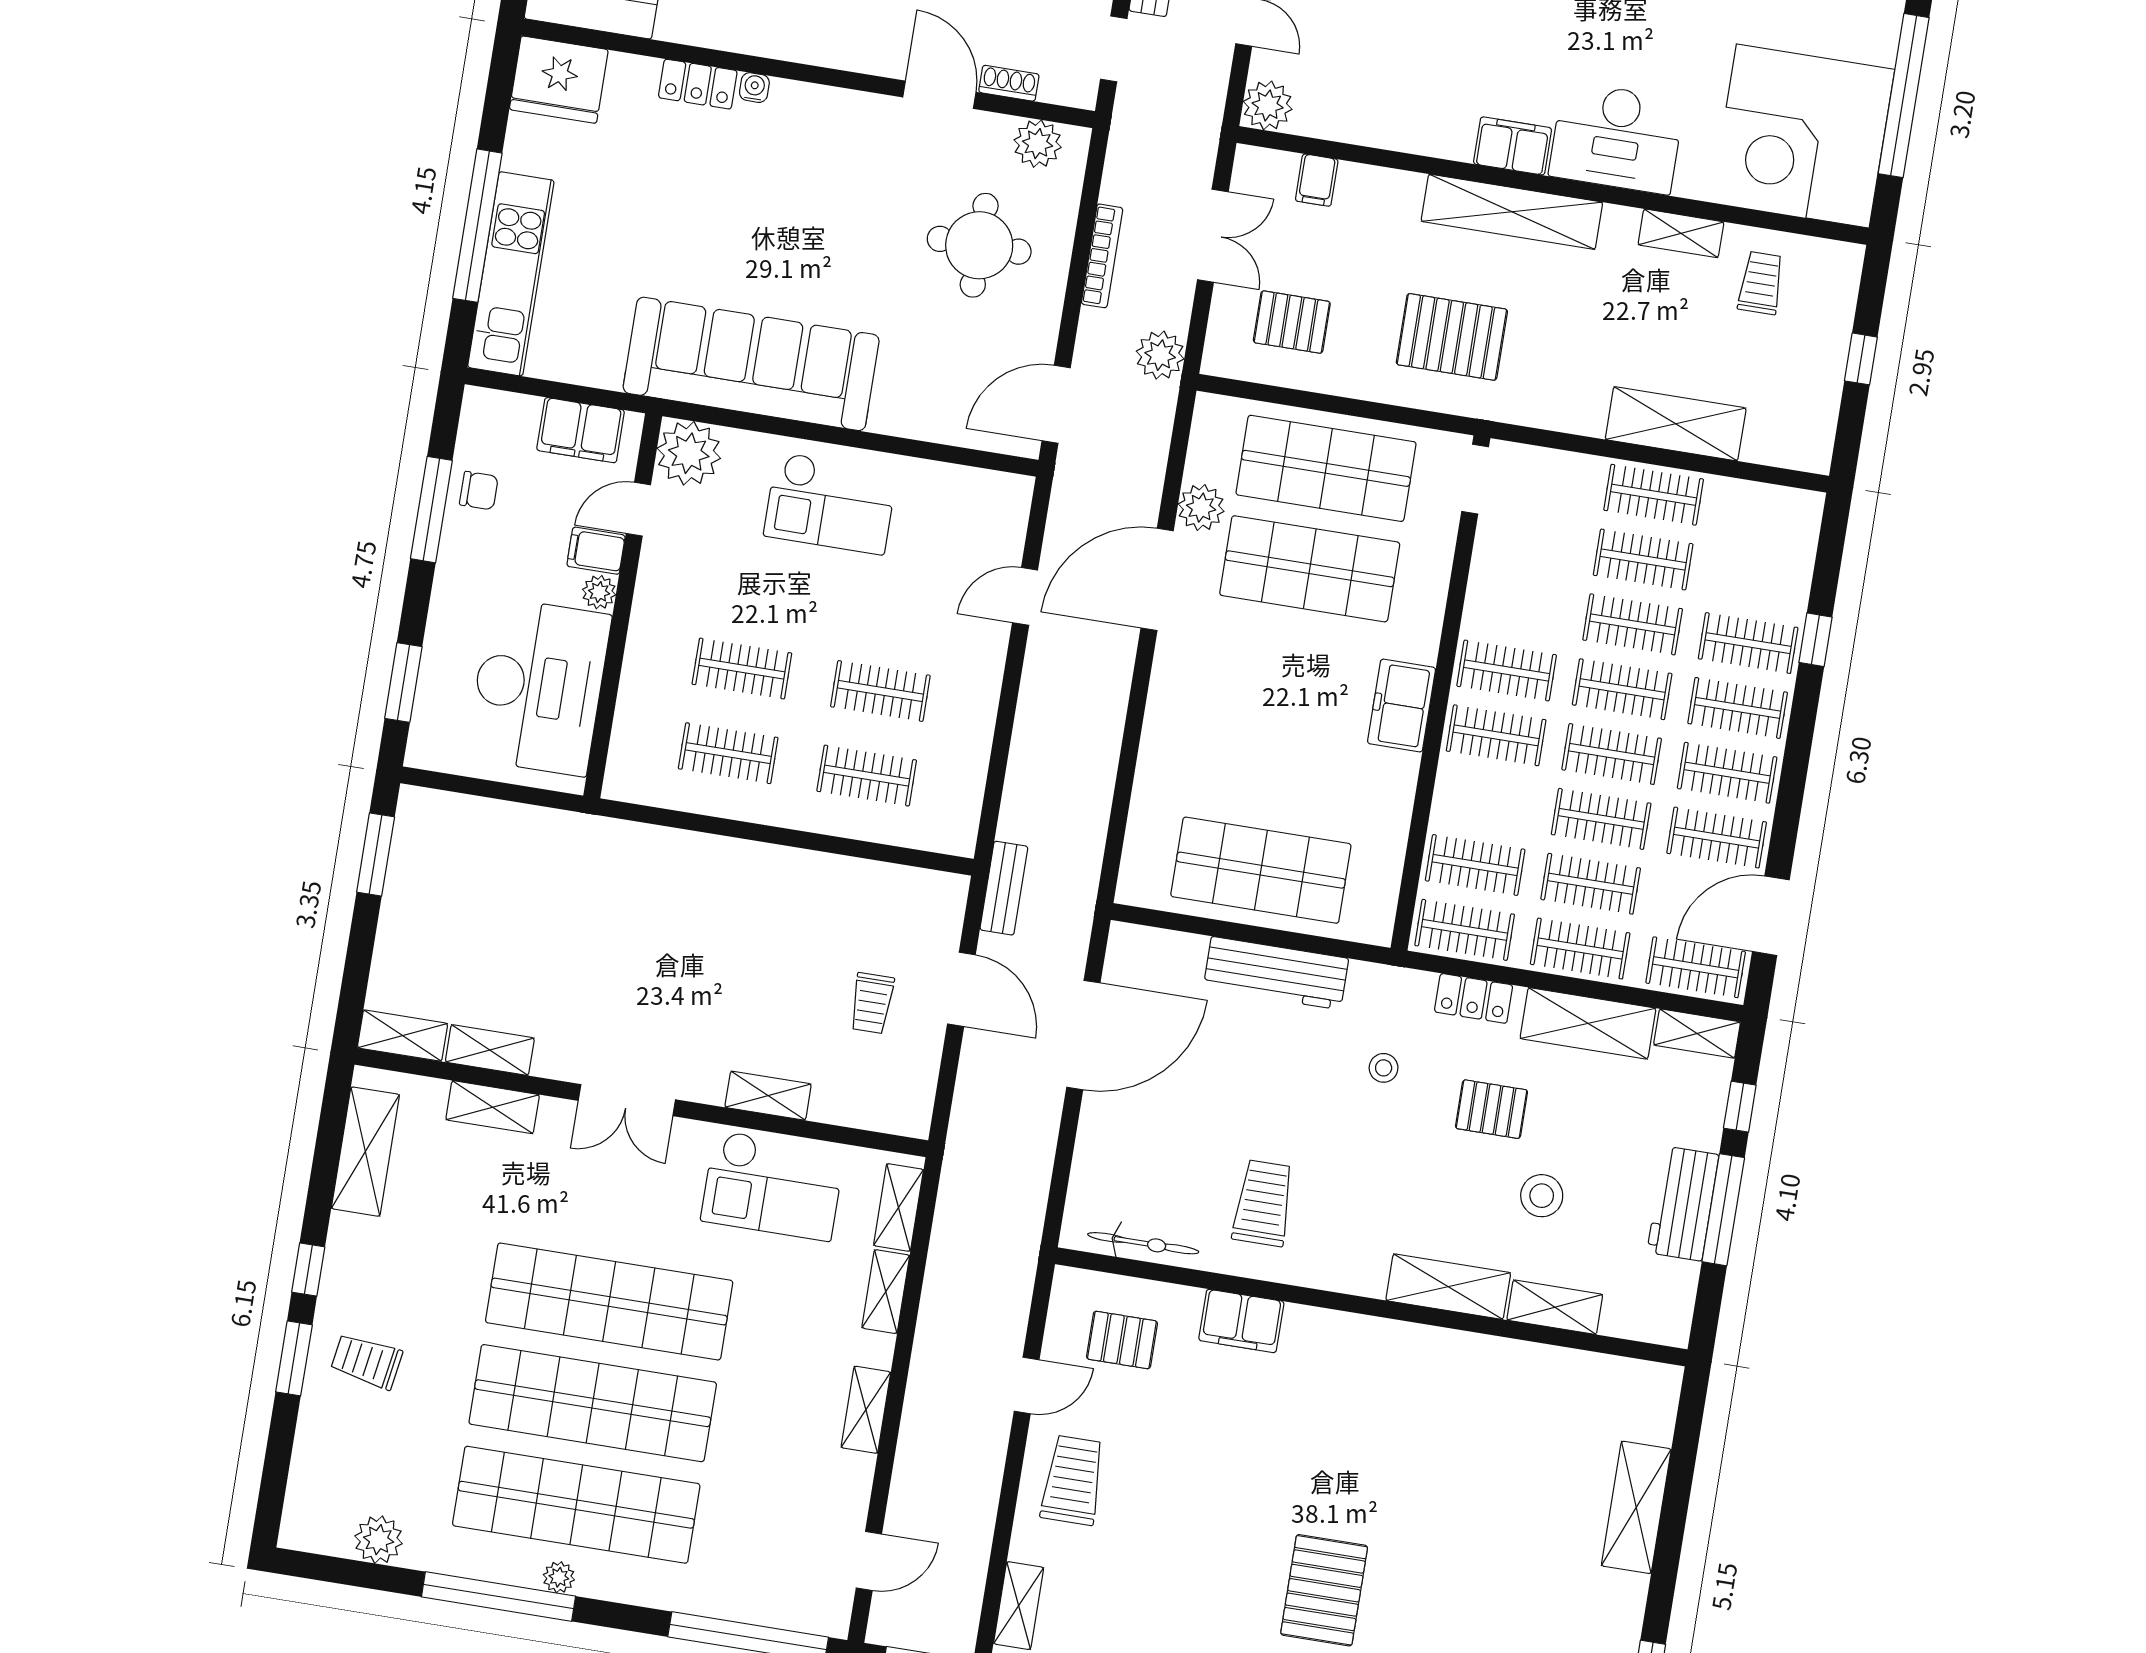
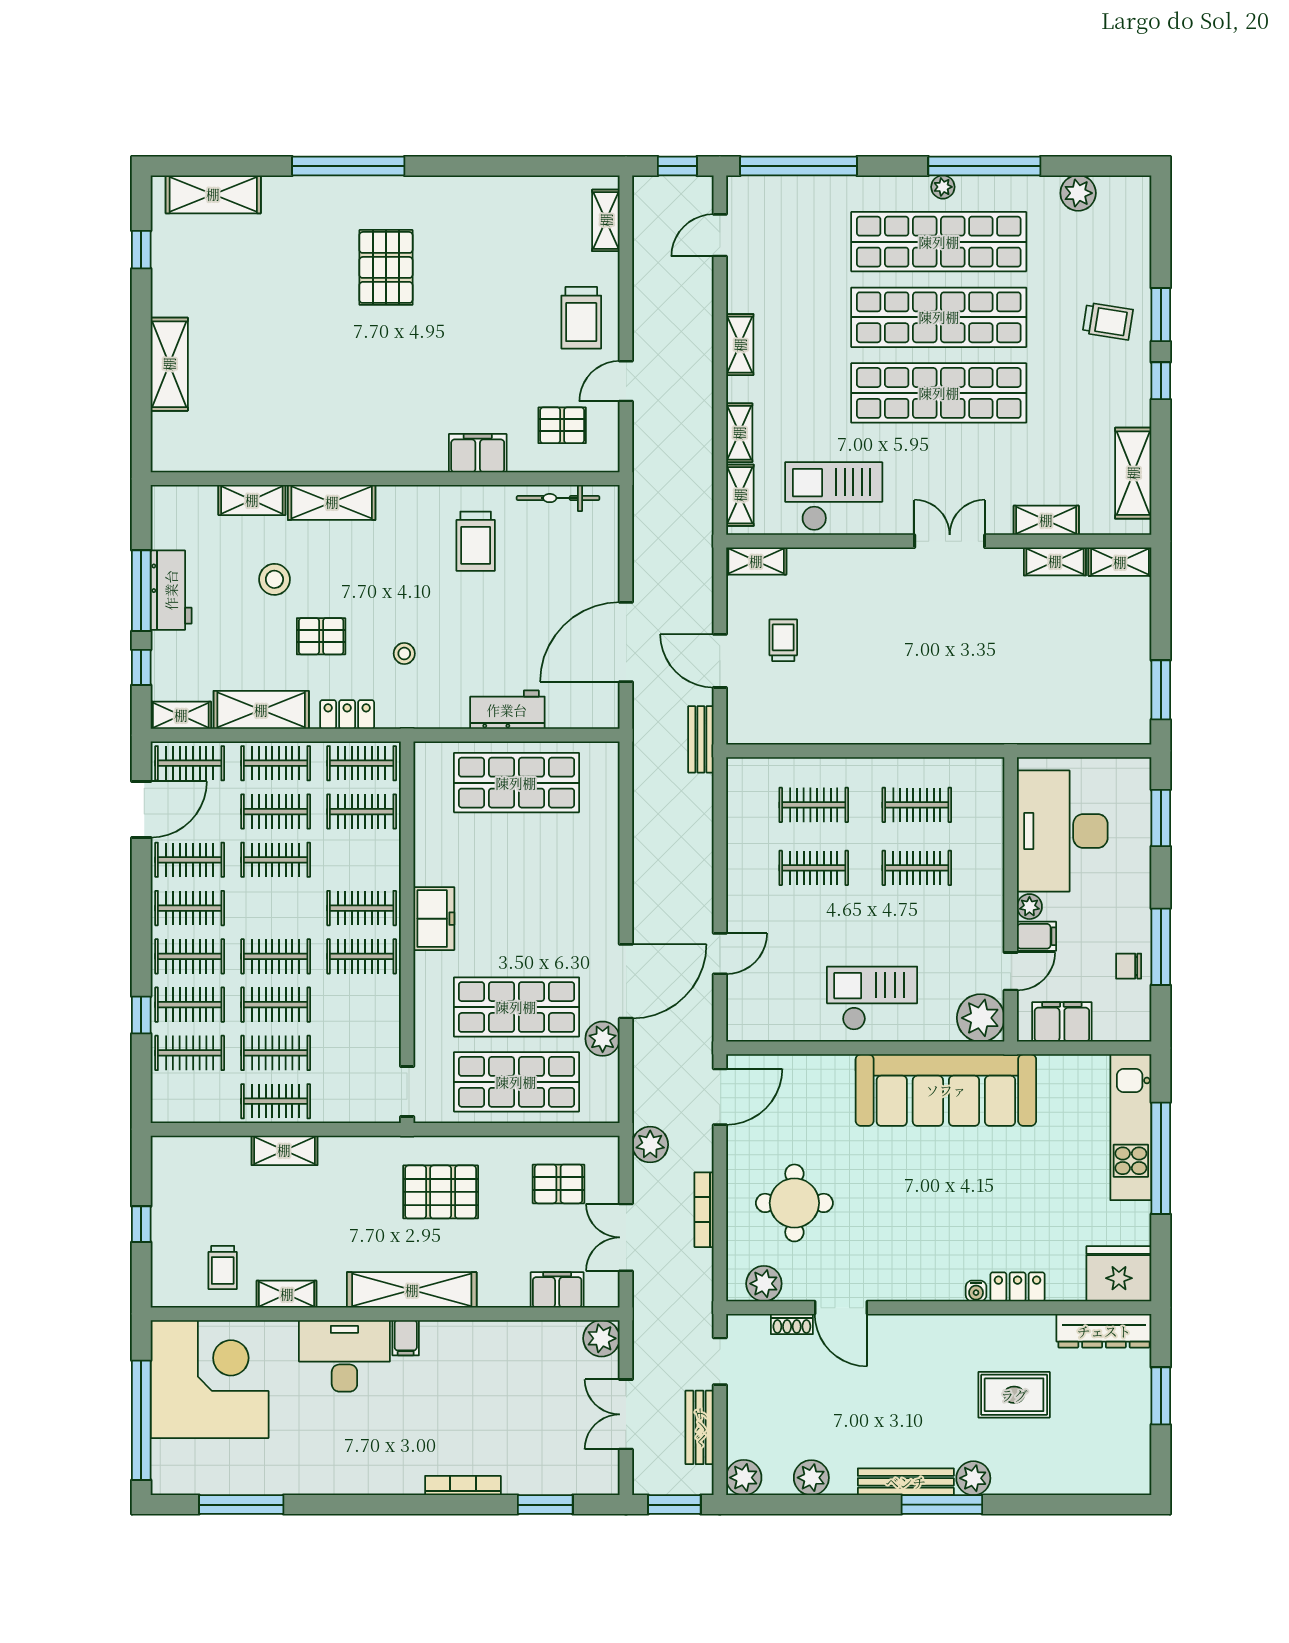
filing cabinet: (1513, 146) -> (406, 1338), width x0.50
filing cabinet: (1317, 180) -> (557, 1290), width x2.00
shelving: (1676, 424) -> (284, 1150), width x0.67, depth x0.75
clothes rail: (1612, 754) -> (190, 1053), moved
workbench: (1276, 973) -> (507, 710), width x0.73
shelving: (768, 1096) -> (756, 561), moved

